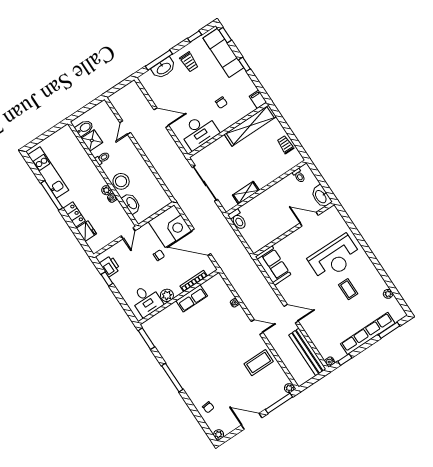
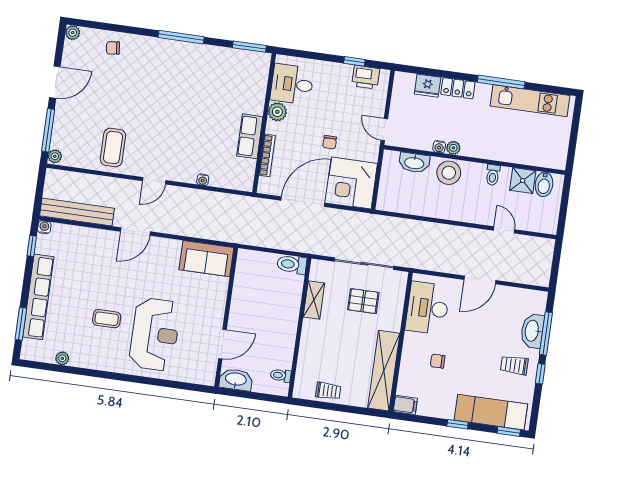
window: (195, 37) -> (540, 374), moved
pallet: (224, 167) -> (363, 301), added
reception desk: (334, 258) -> (155, 334), turned 180

